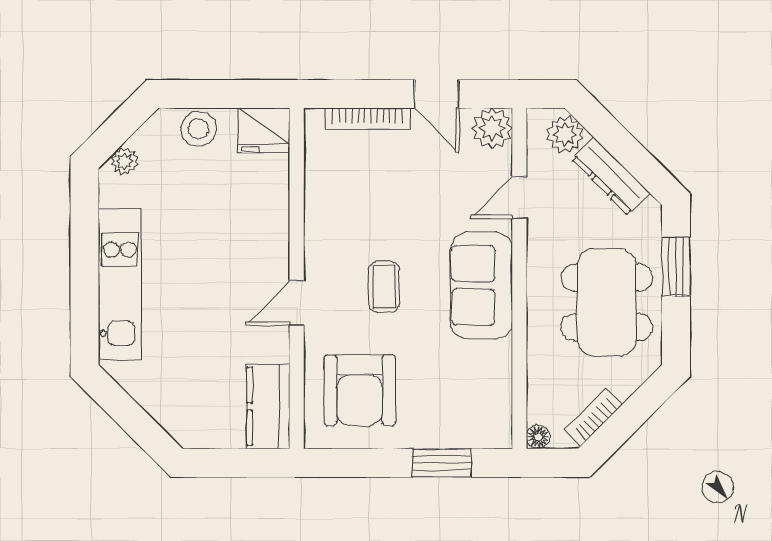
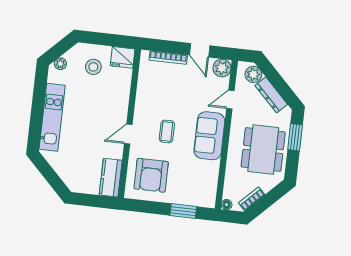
stool: (199, 129) -> (93, 67), moved

